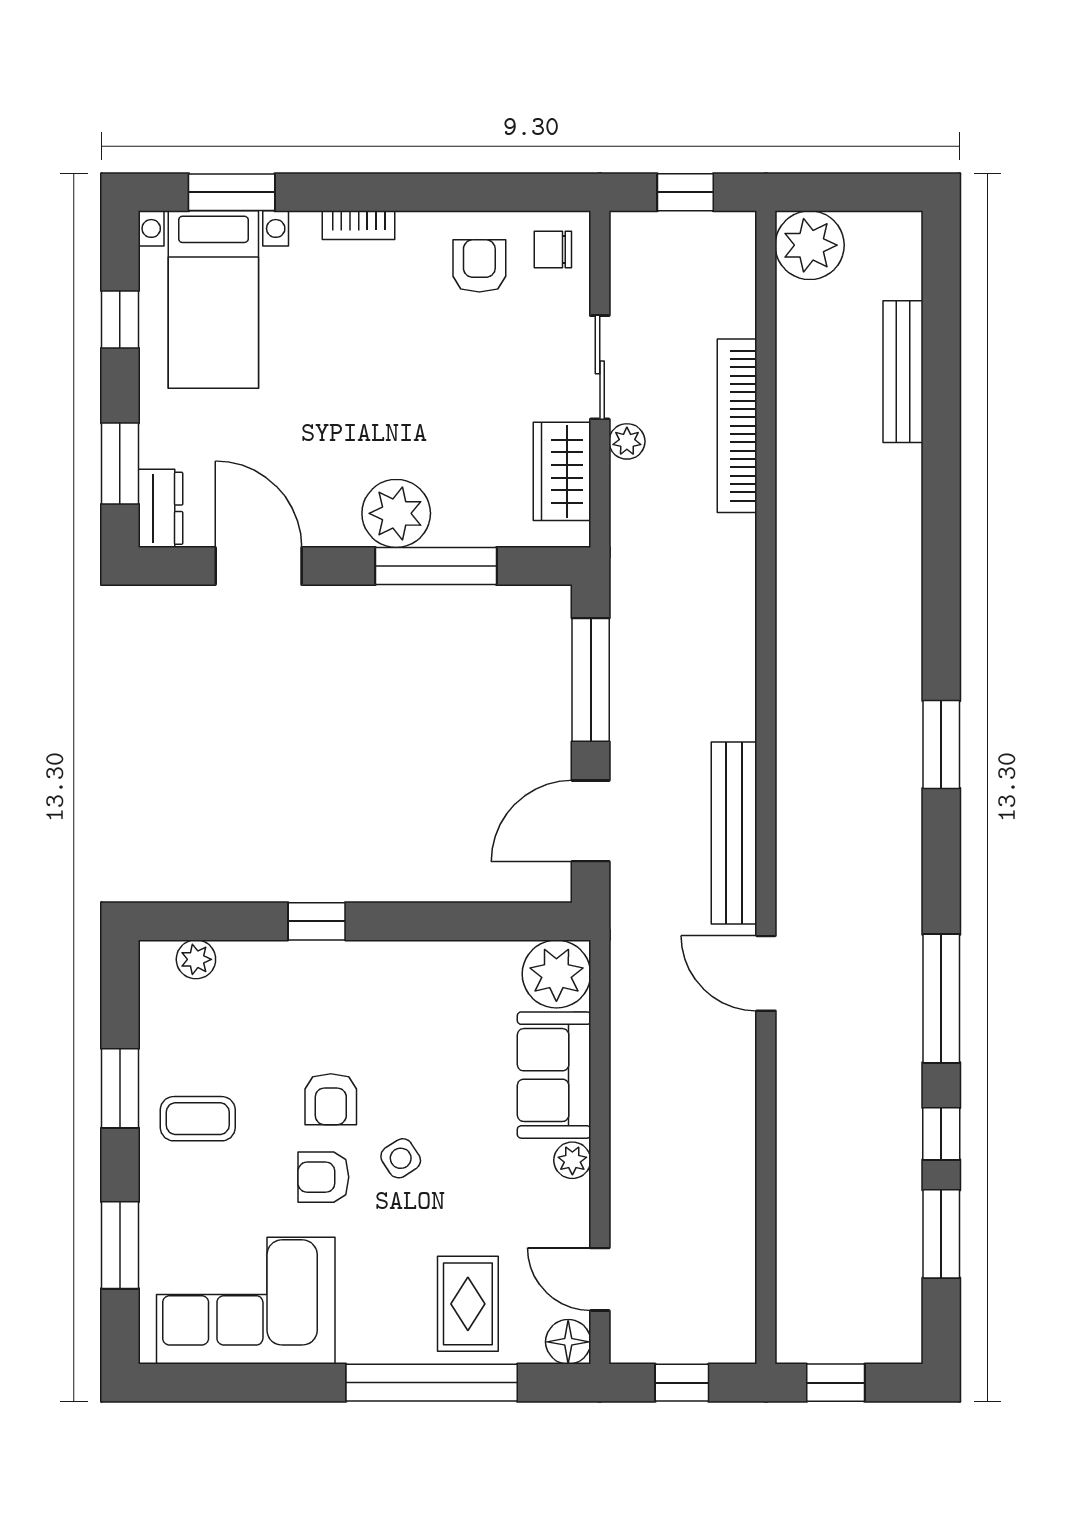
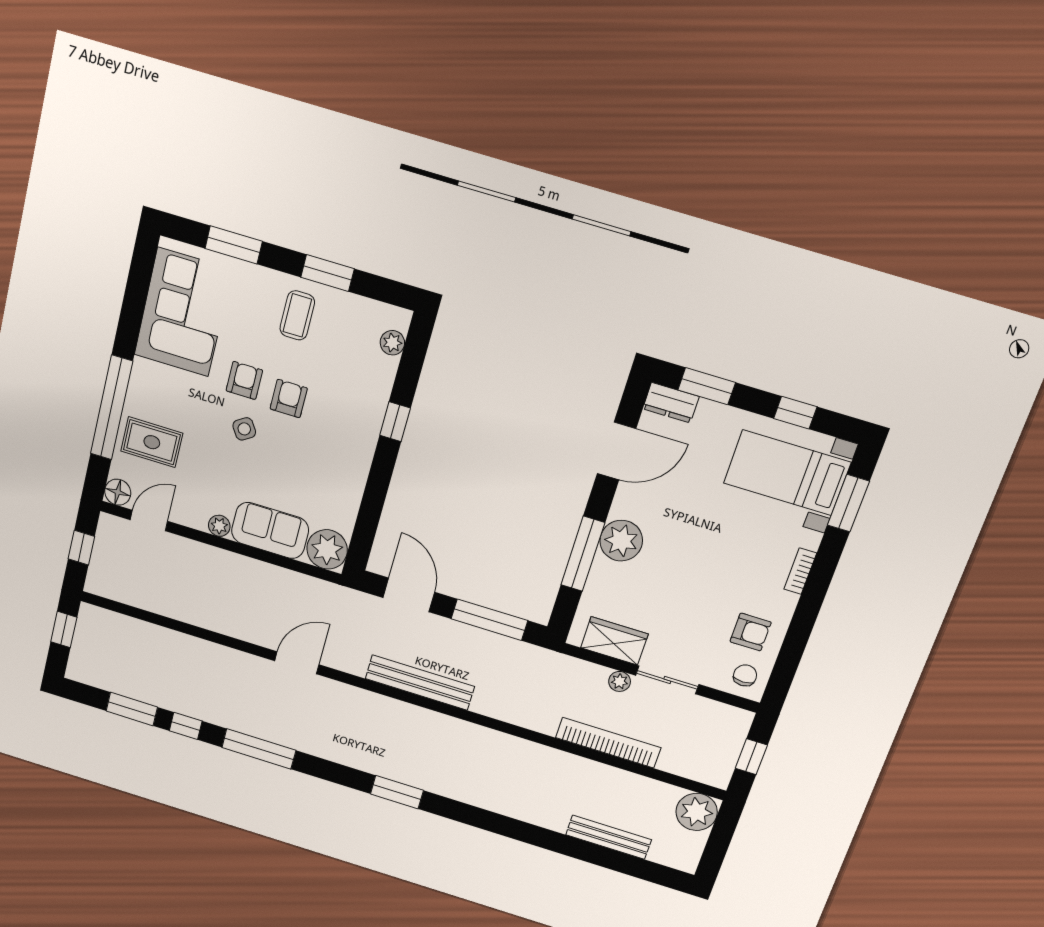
bench: (734, 833) -> (420, 683), moved
armchair: (331, 1099) -> (289, 398), turned 90

